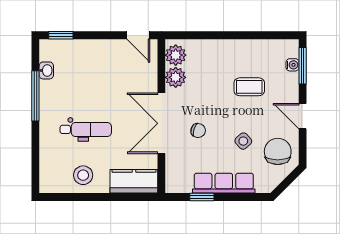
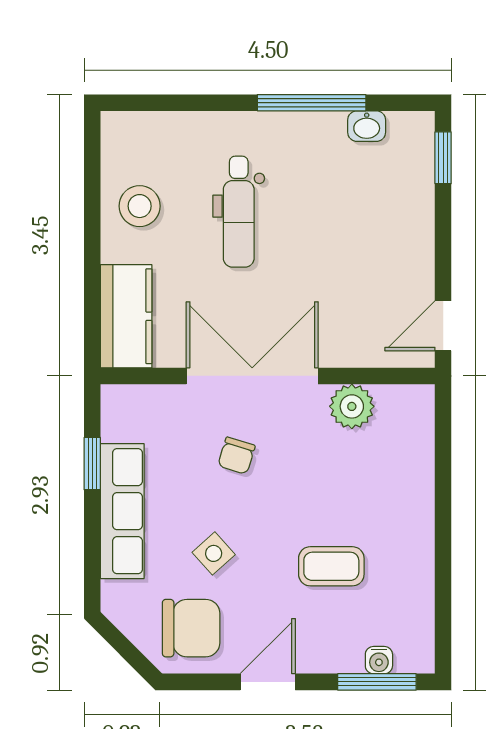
plant: (176, 55) -> (400, 407), removed
coffee table: (249, 87) -> (331, 566), turned 90

